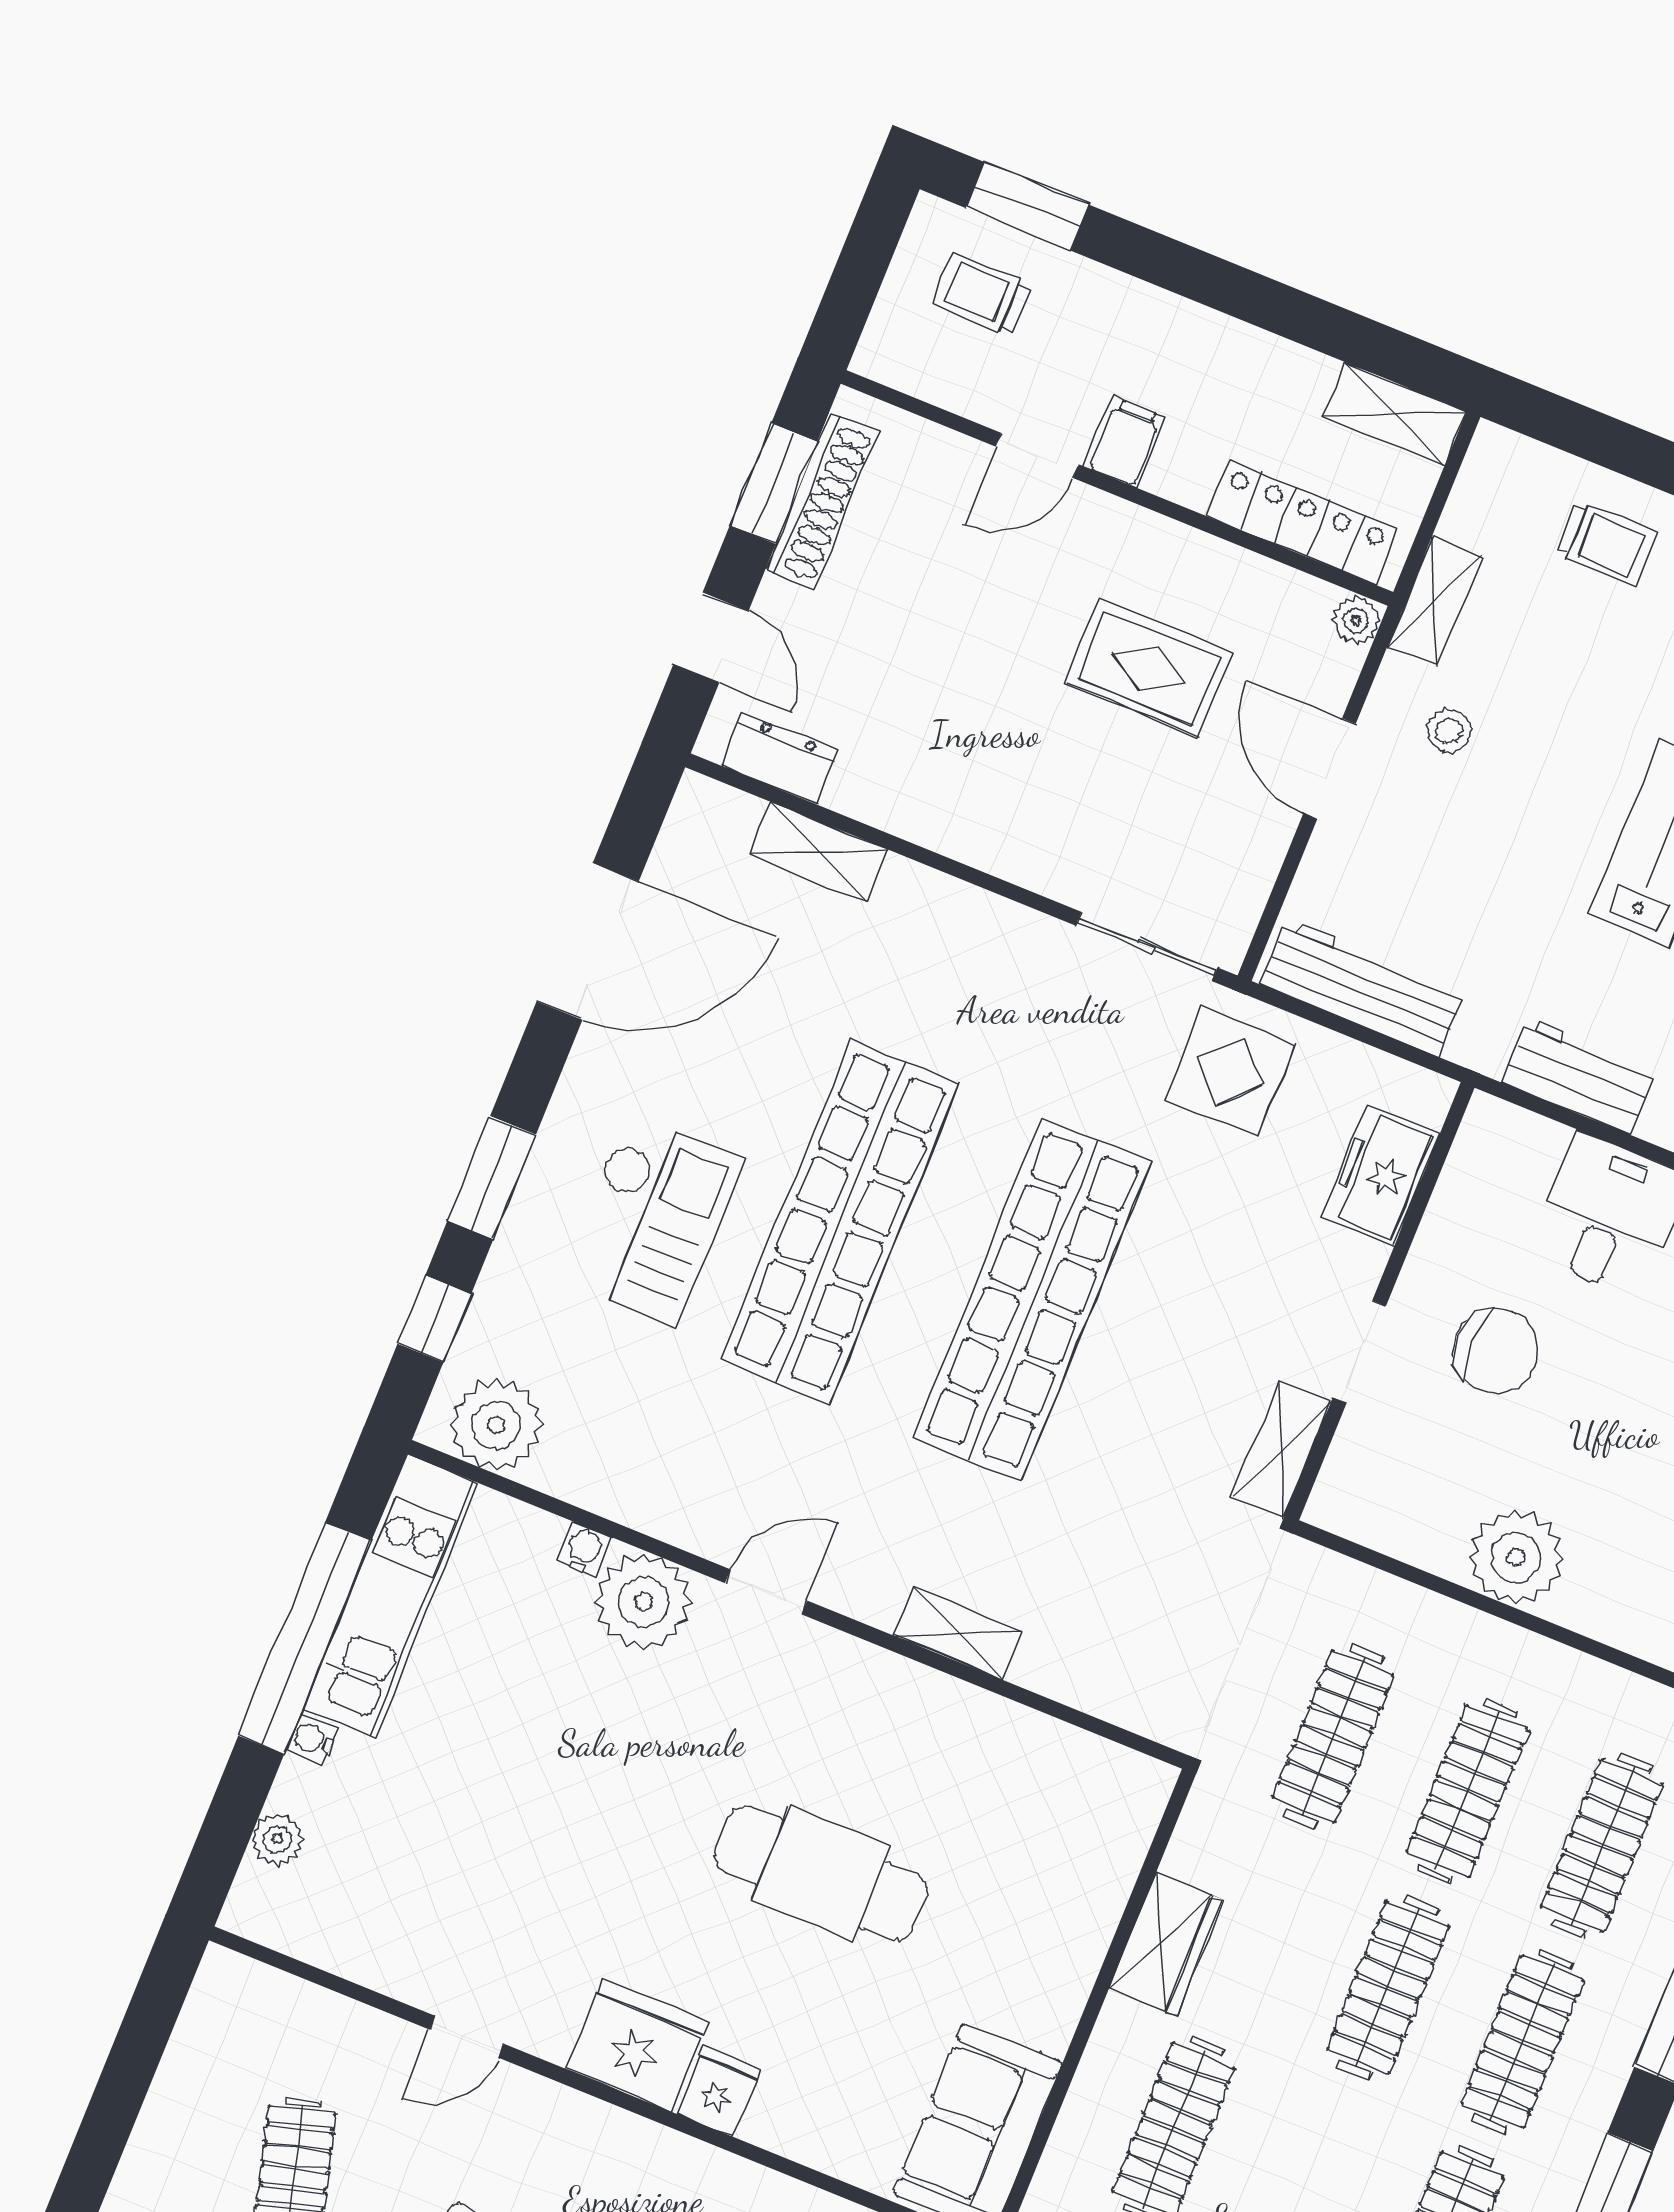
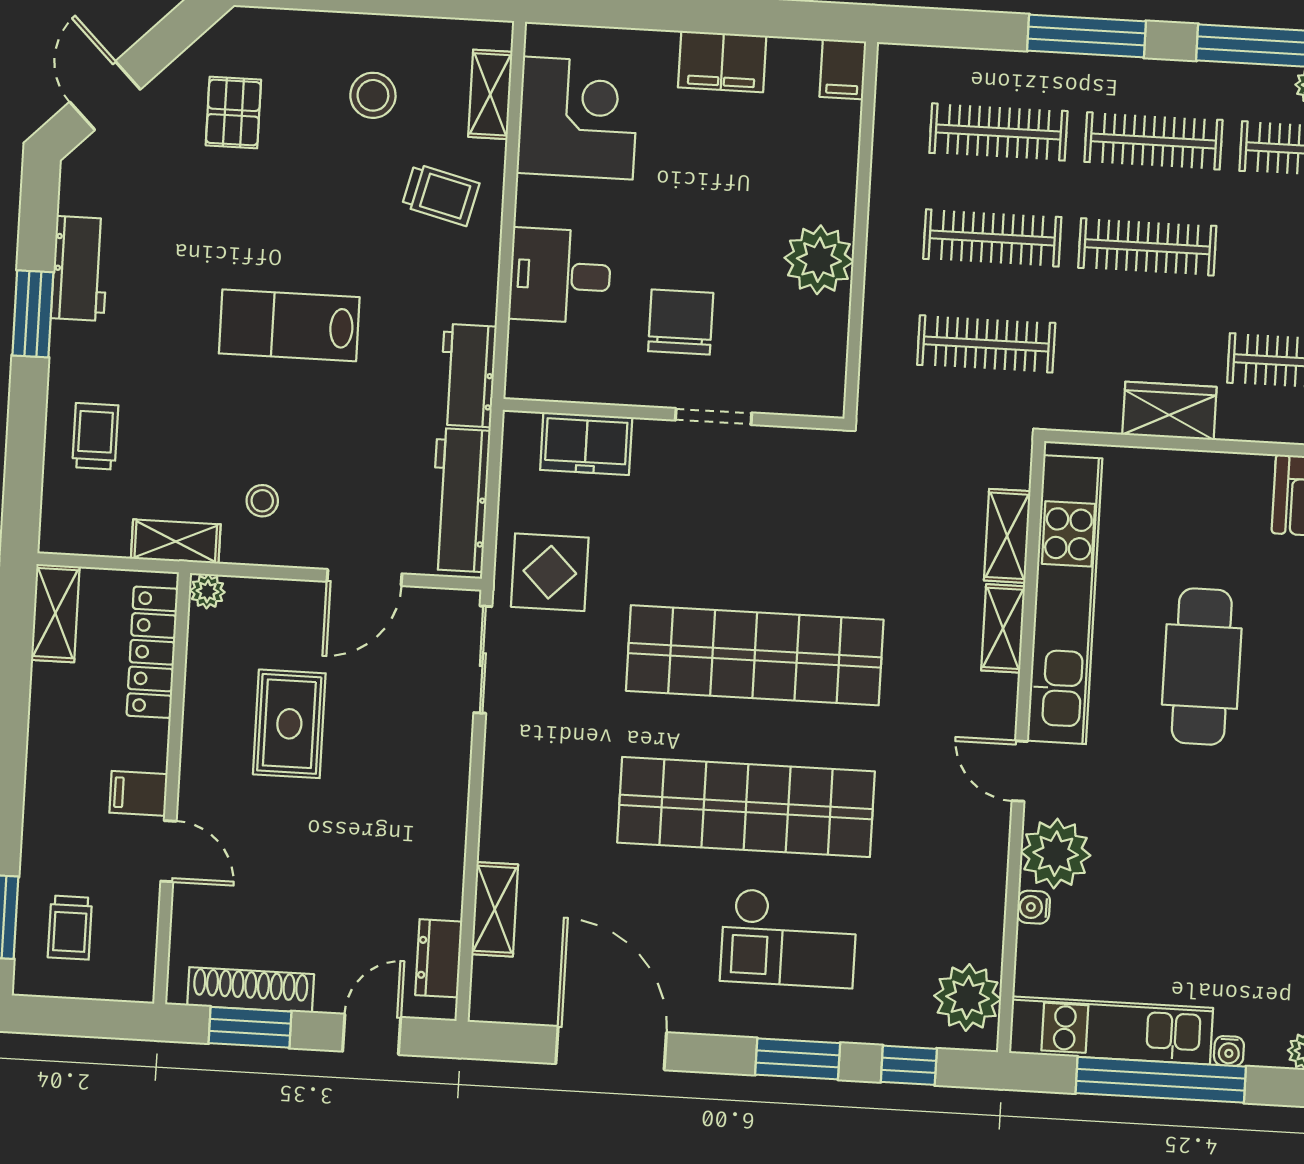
door: (1330, 769) -> (364, 578), moved
workbench: (1579, 1076) -> (468, 375), moved
checkout: (652, 1219) -> (789, 938), turned 180
shelving: (1281, 1449) -> (1007, 536), moved, turned 90
kitchen unit: (968, 1725) -> (1065, 600), added

